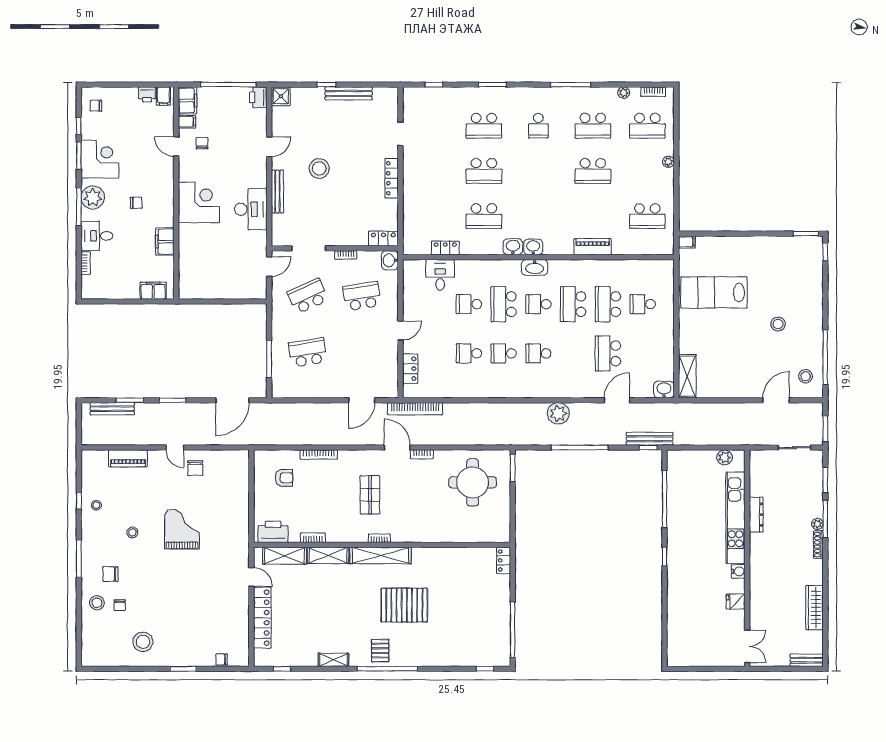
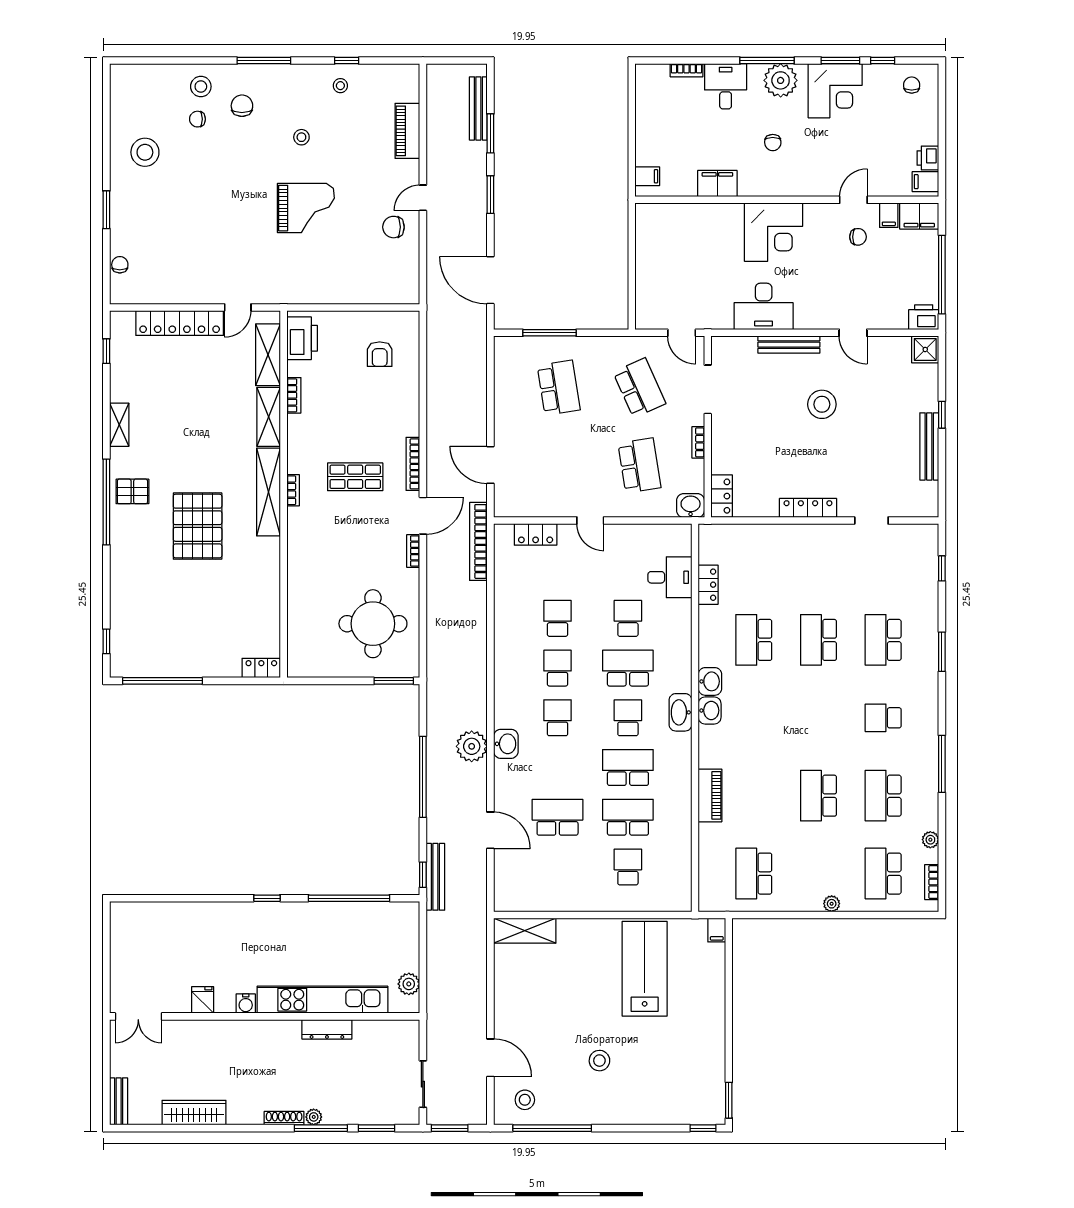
filing cabinet: (153, 291) -> (647, 176), width x0.50
washbasin: (664, 389) -> (506, 744), moved
bookcase: (319, 454) -> (413, 464), moved

